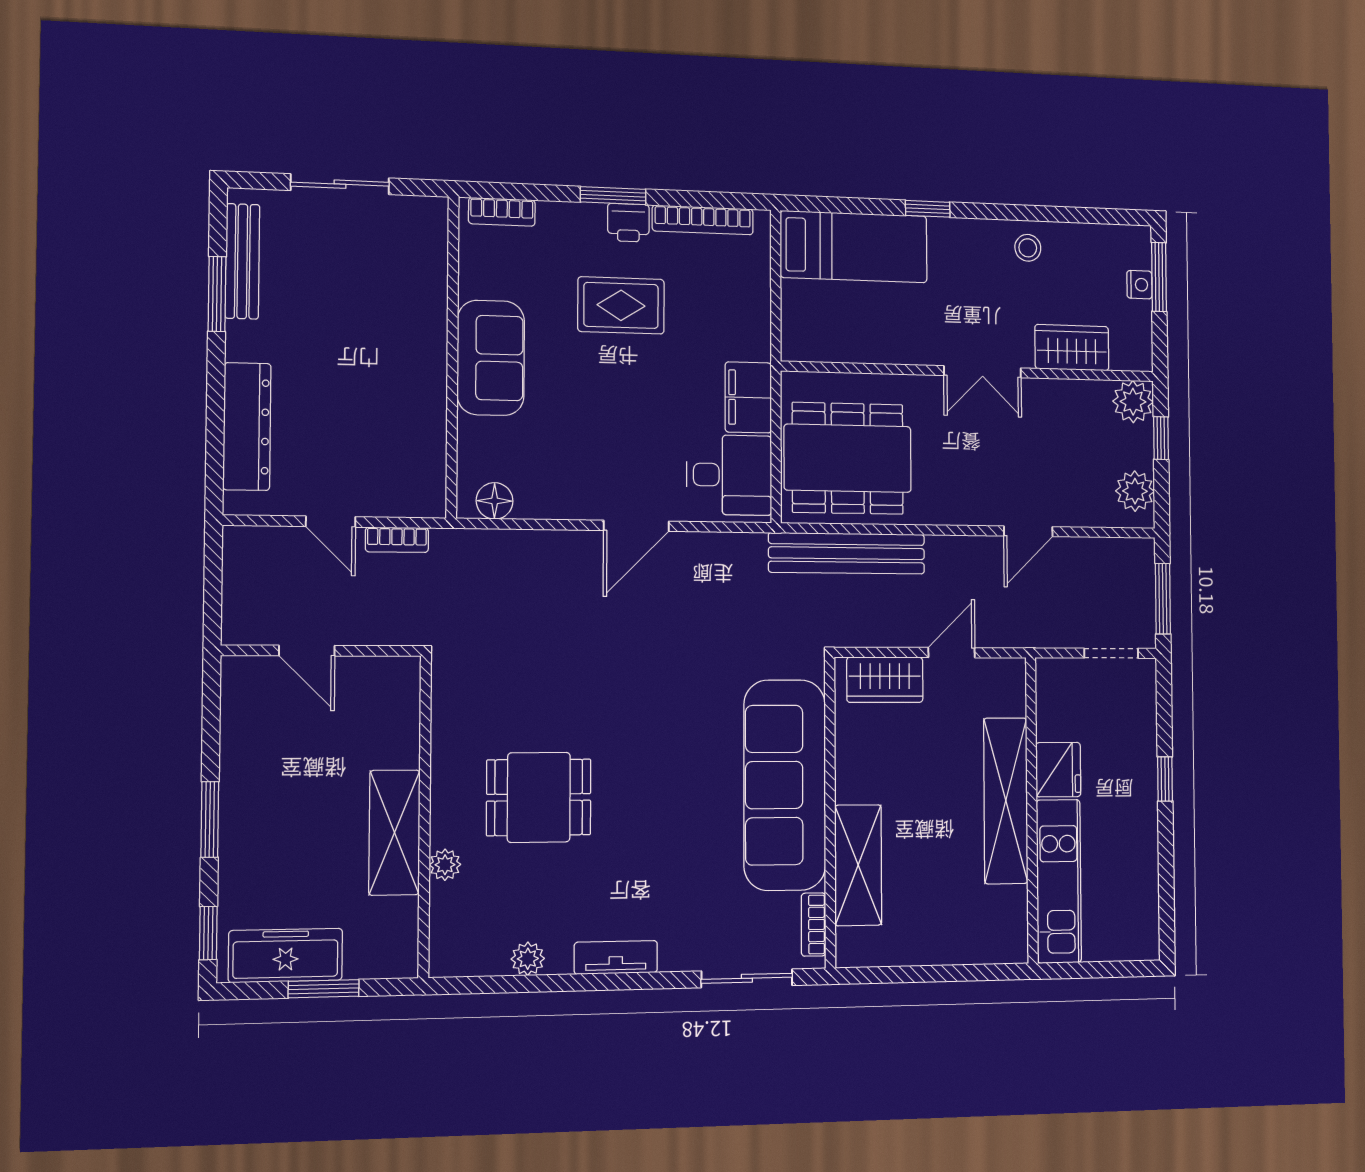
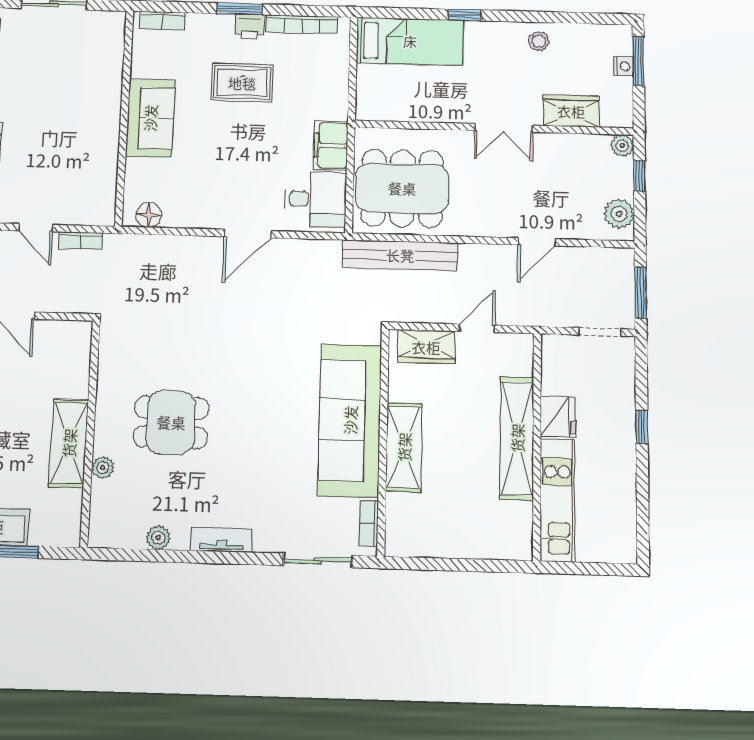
plant: (1133, 402) -> (622, 145), width x0.73, depth x0.73
shelving: (858, 865) -> (404, 447), moved

